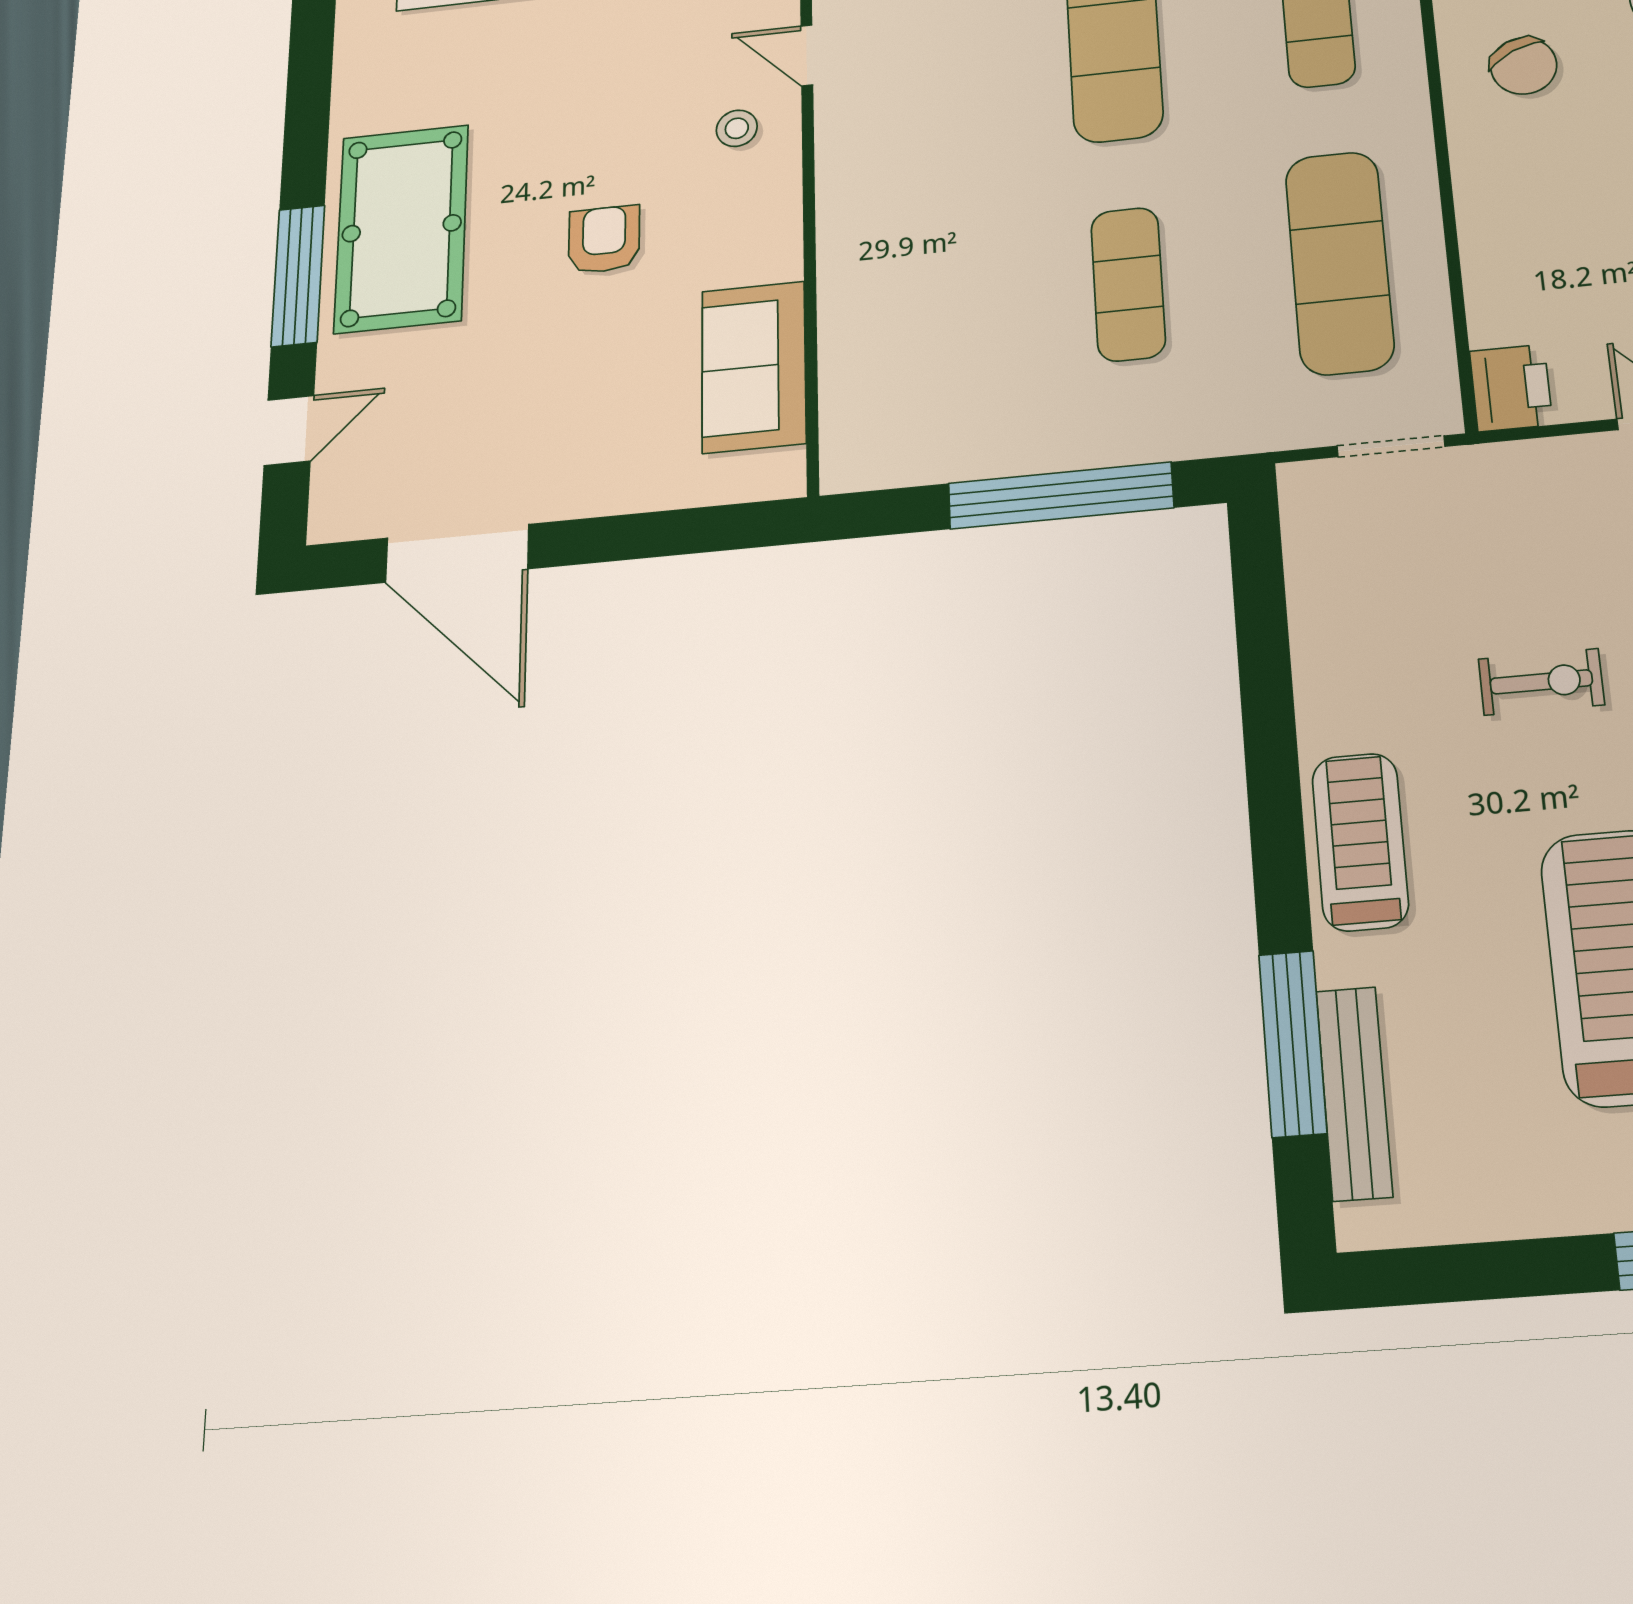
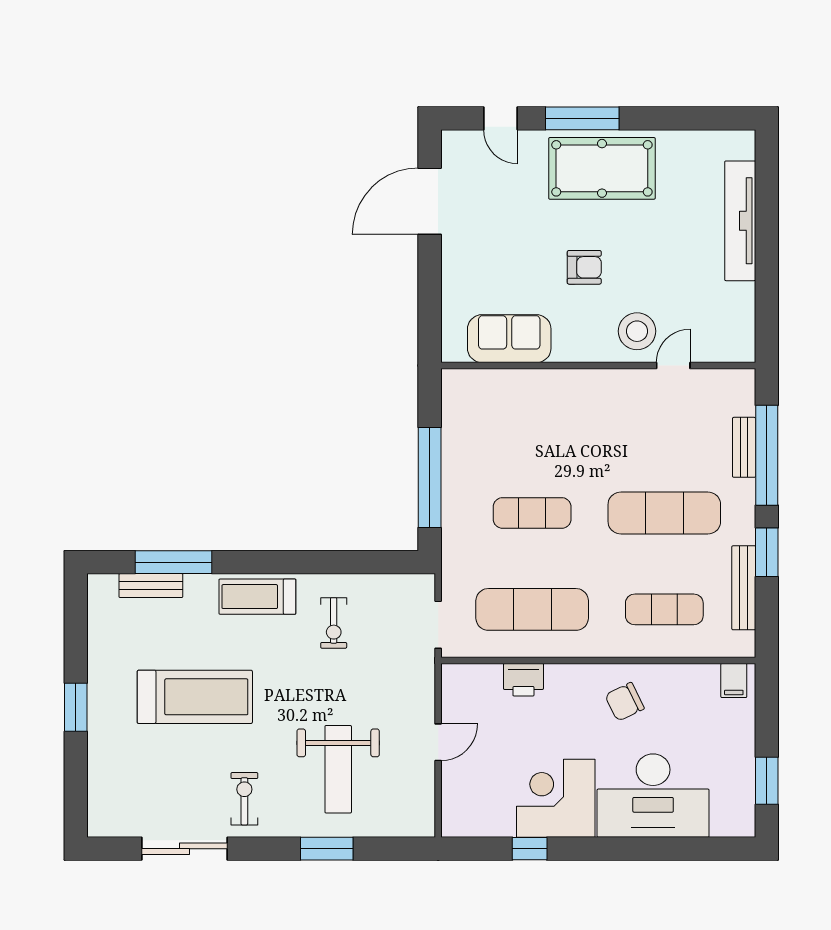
stool: (737, 128) -> (637, 331), width x1.89, depth x1.89
printer: (1511, 388) -> (523, 680), moved
exercise bike: (1541, 682) -> (334, 623), moved
treadmill: (1360, 842) -> (257, 597), turned 180
bench: (1354, 1093) -> (151, 586), width x0.73

